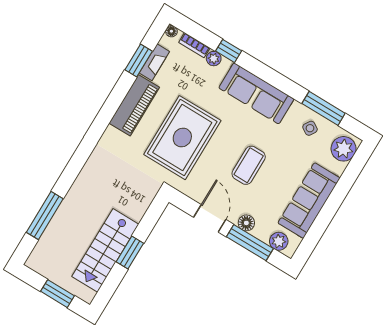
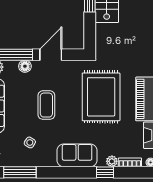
sofa: (256, 93) -> (77, 155), width x0.73
side table: (310, 128) -> (30, 142), moved
door: (210, 218) -> (51, 55), swing flipped

